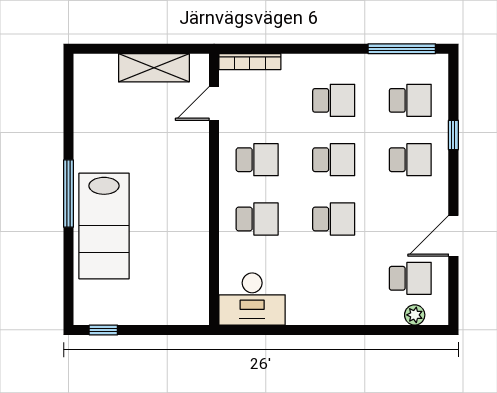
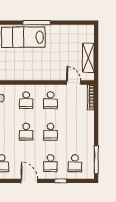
school desk: (334, 100) -> (75, 132), removed
door: (453, 236) -> (29, 181), moved

